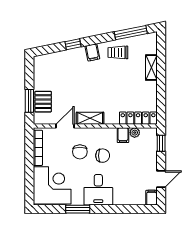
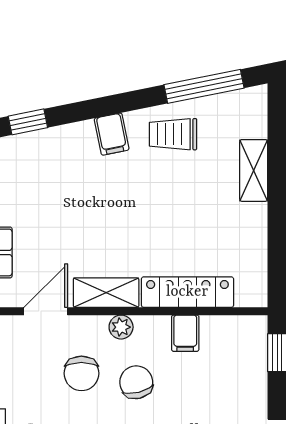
window: (73, 44) -> (28, 122), moved
locker: (138, 118) -> (187, 292), moved
plant: (135, 133) -> (121, 327), moved
chair: (103, 156) -> (136, 382), turned -104

